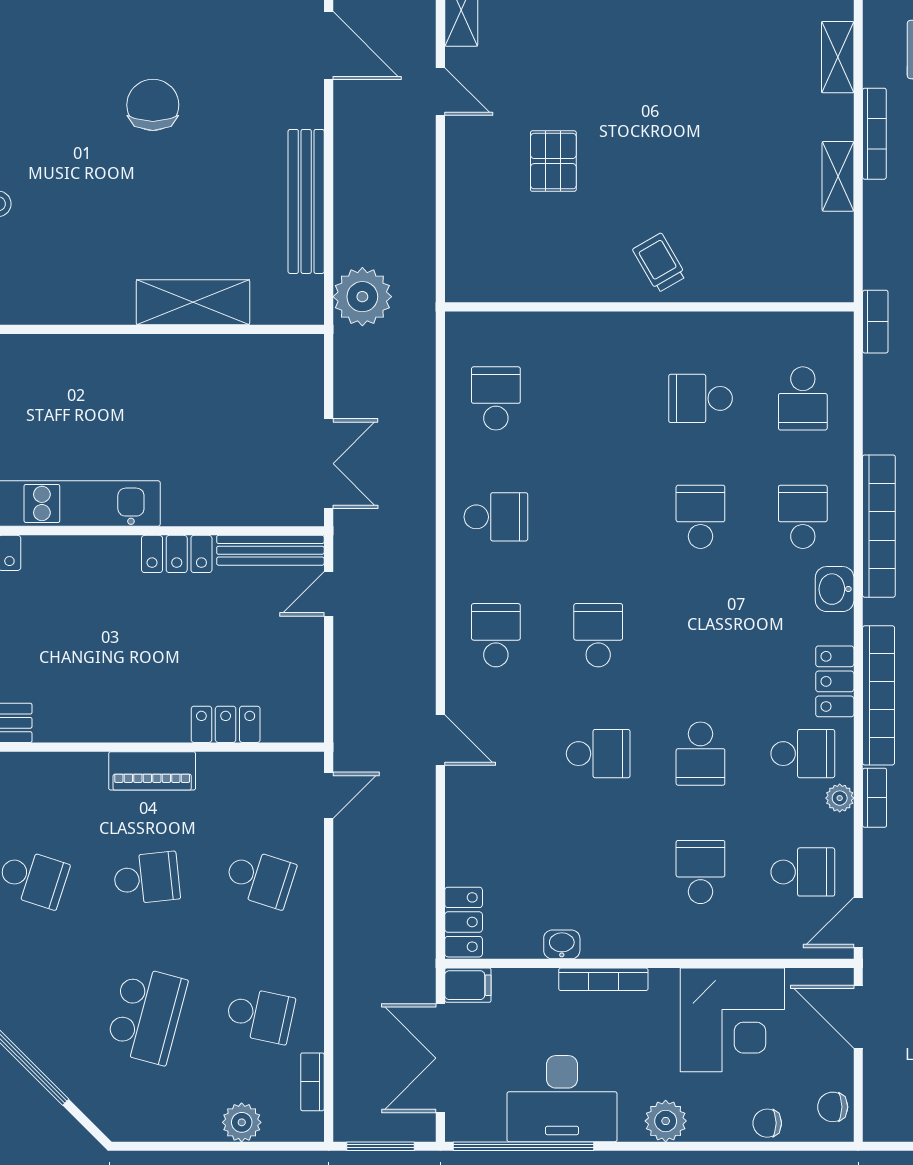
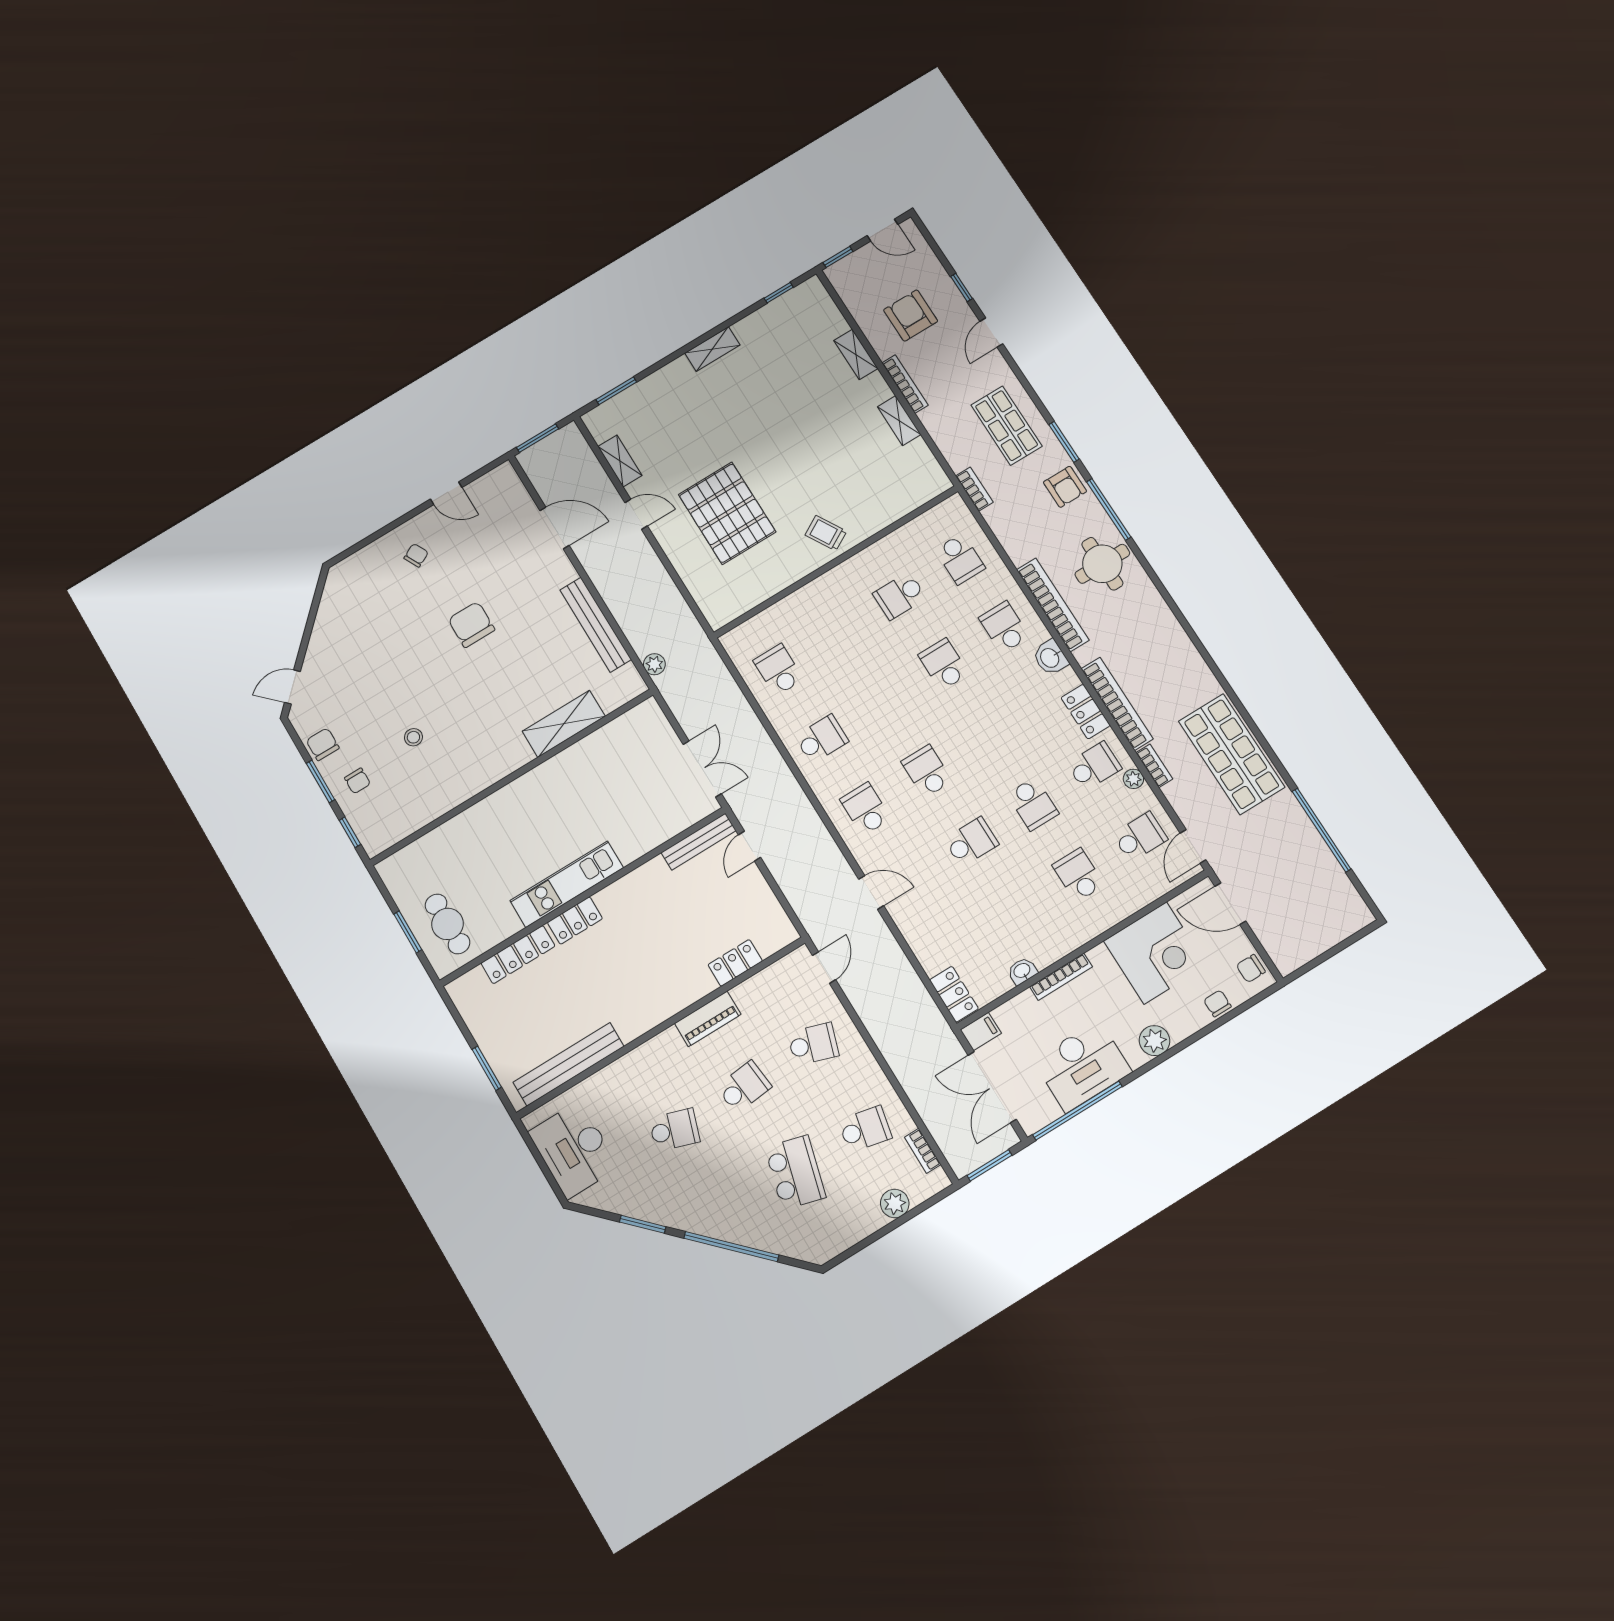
pallet: (553, 161) -> (727, 513), width x2.05, depth x2.00
plant: (362, 297) -> (654, 664), width x0.53, depth x0.53
locker: (177, 554) -> (575, 920), moved
chair: (767, 1123) -> (1217, 1003), turned 90

